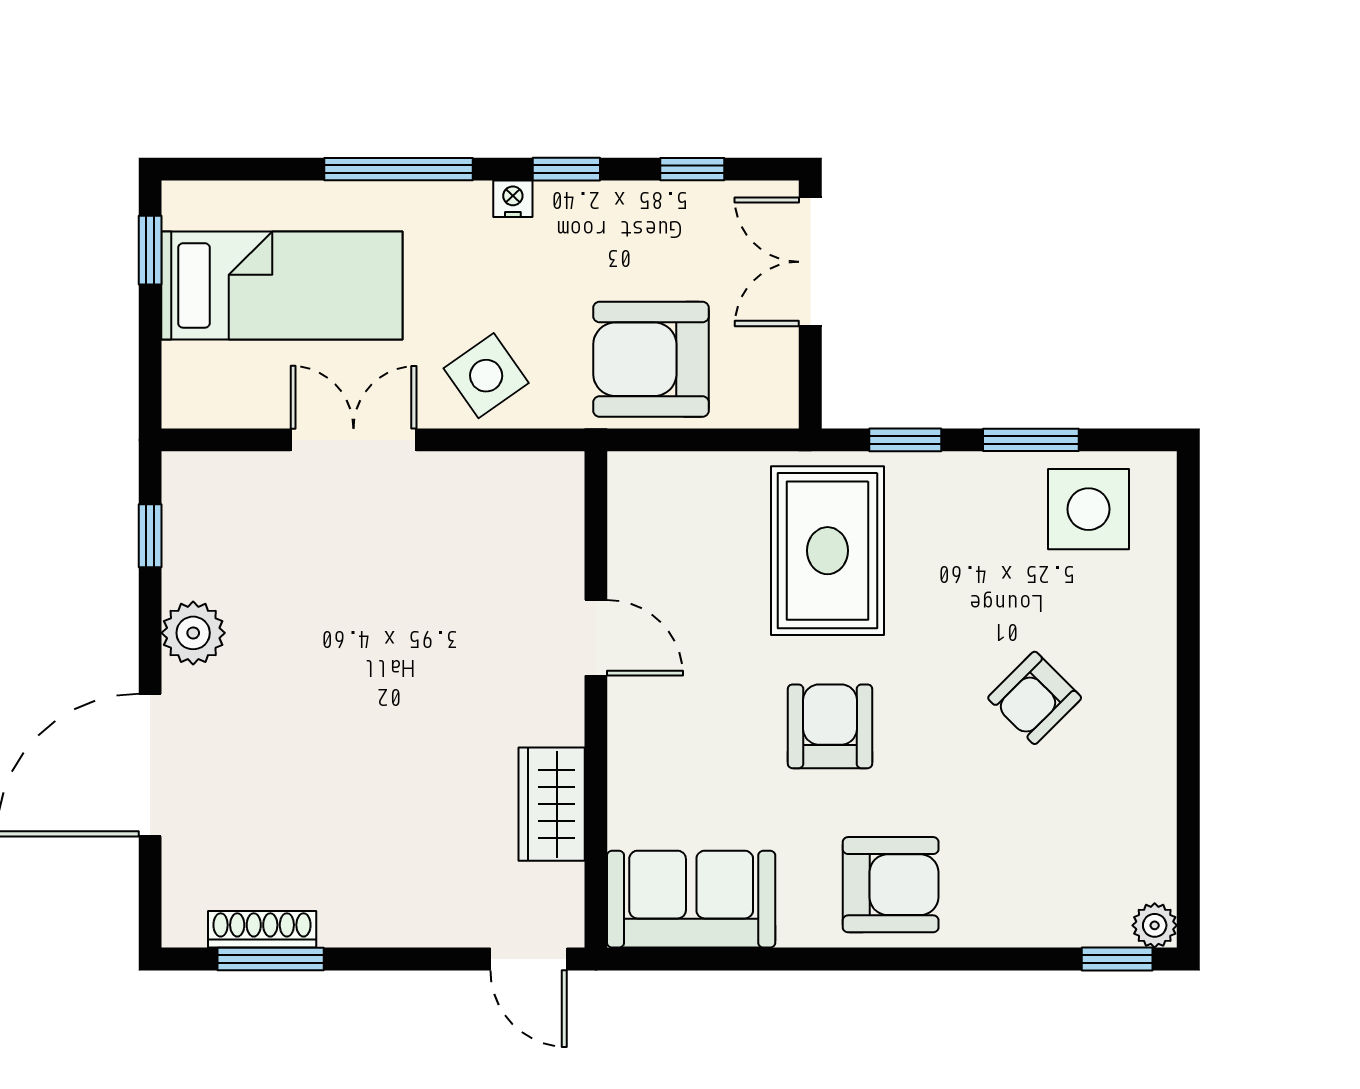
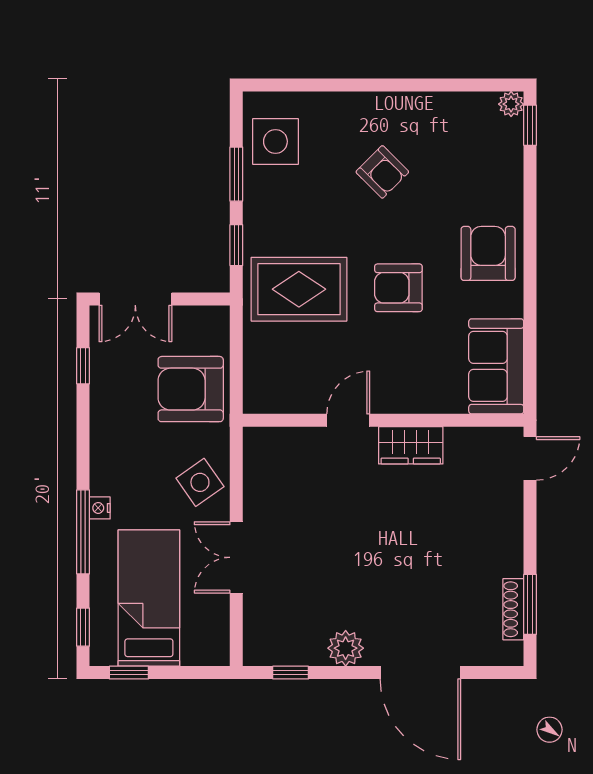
window: (566, 169) -> (83, 627), moved
nightstand: (513, 199) -> (100, 508), moved
armchair: (651, 359) -> (191, 389), turned 90
wardrobe: (552, 804) -> (411, 445), moved

